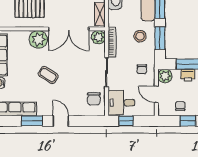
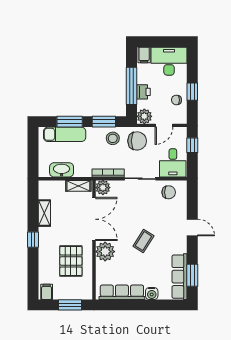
stool: (140, 36) -> (113, 138), moved
chair: (142, 69) -> (137, 141), width x1.87, depth x1.87
window: (32, 121) -> (192, 275), moved
door: (61, 121) -> (192, 228), swing flipped
window: (126, 121) -> (192, 145), moved

